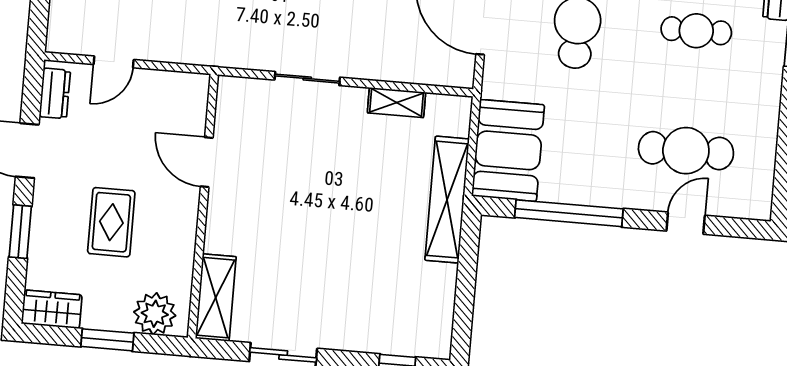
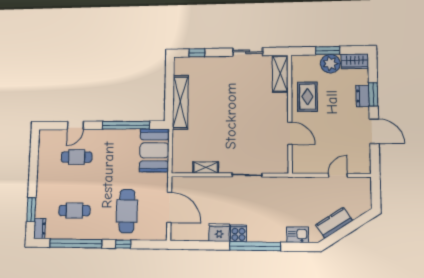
dresser: (55, 93) -> (363, 96), moved
cafe table: (686, 151) -> (77, 157), width x0.73, depth x0.74
shelving: (447, 200) -> (180, 102), moved
rug: (111, 222) -> (307, 97), moved
plant: (155, 314) -> (330, 64), moved

